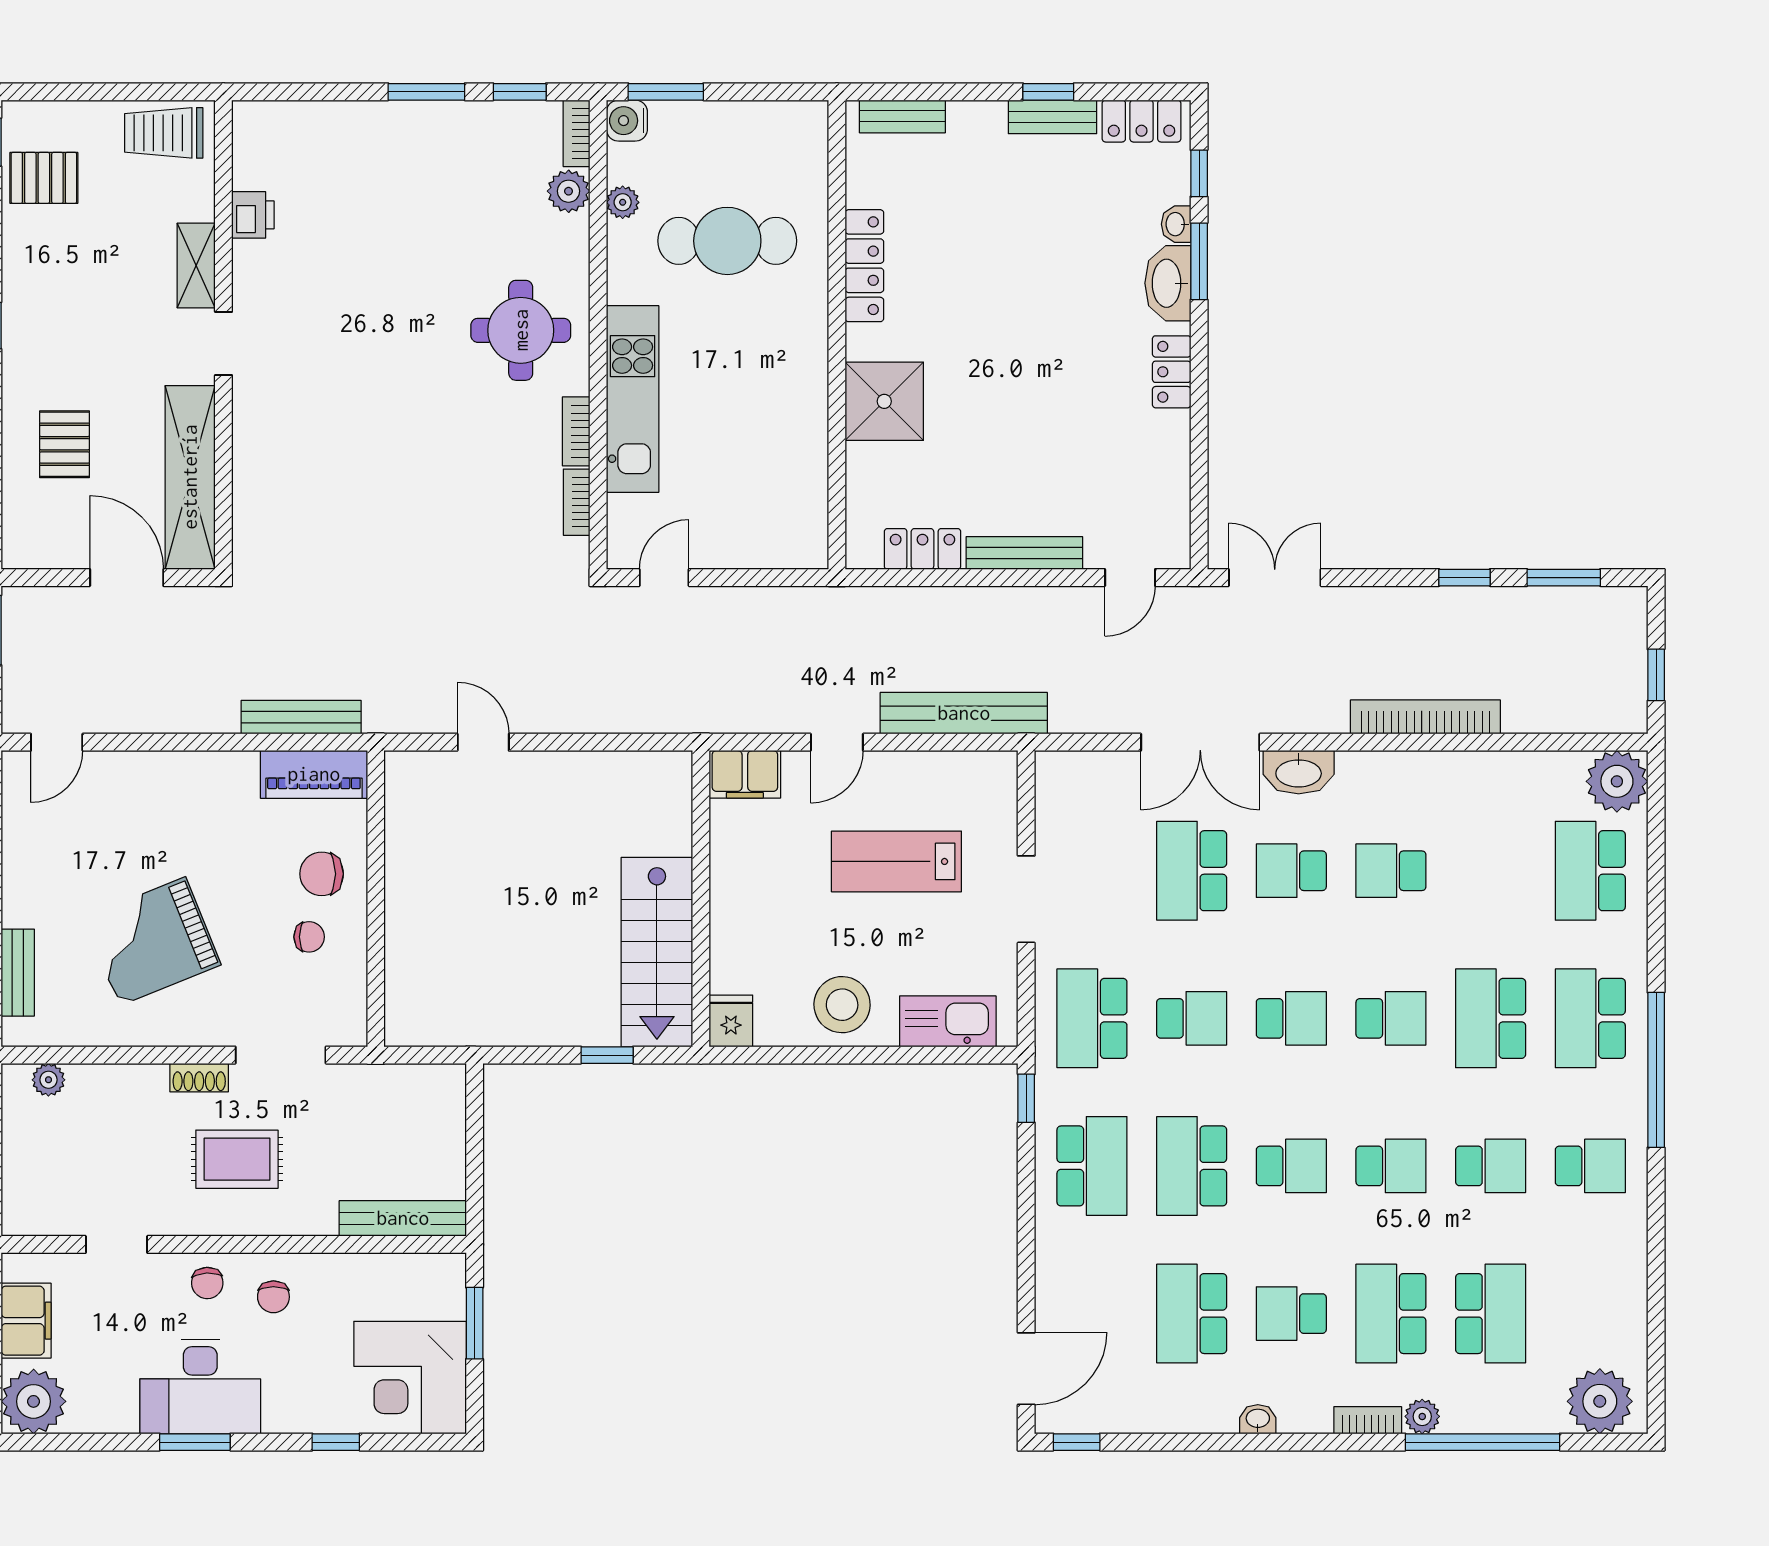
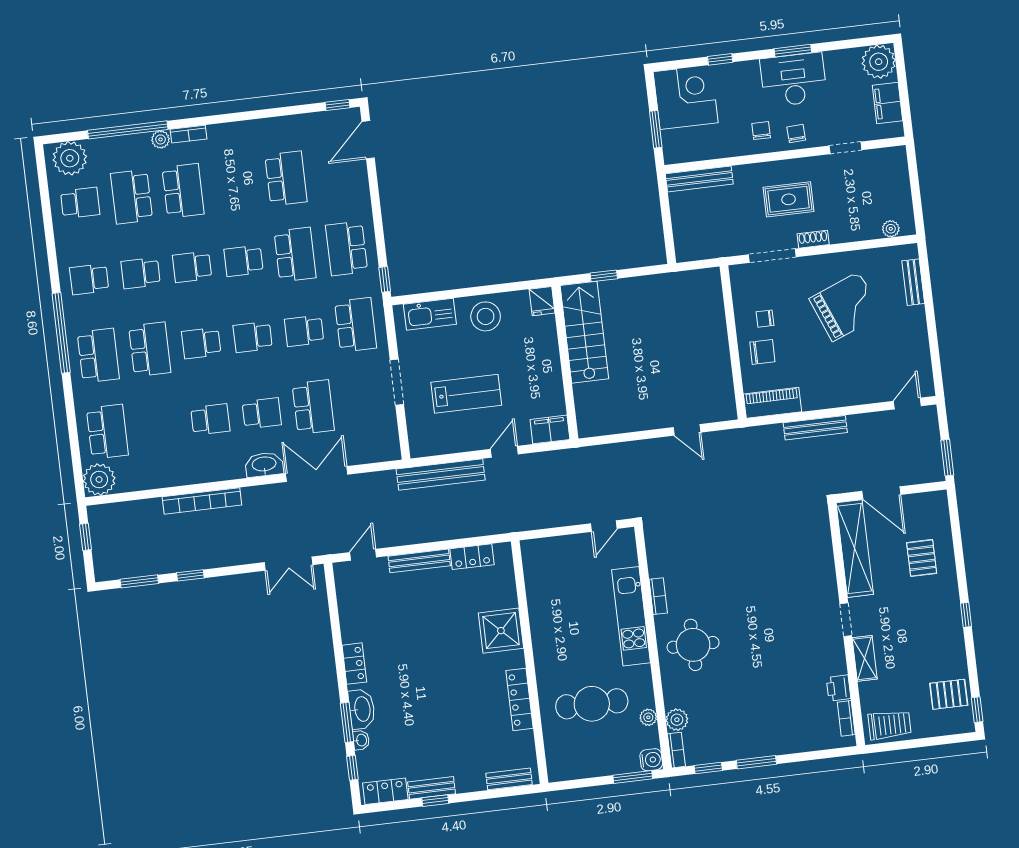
bookcase: (577, 502) -> (846, 718), moved, turned 180
bench: (301, 717) -> (815, 428), moved
school desk: (1291, 1314) -> (80, 203), moved
washbasin: (1258, 1419) -> (245, 128), removed

